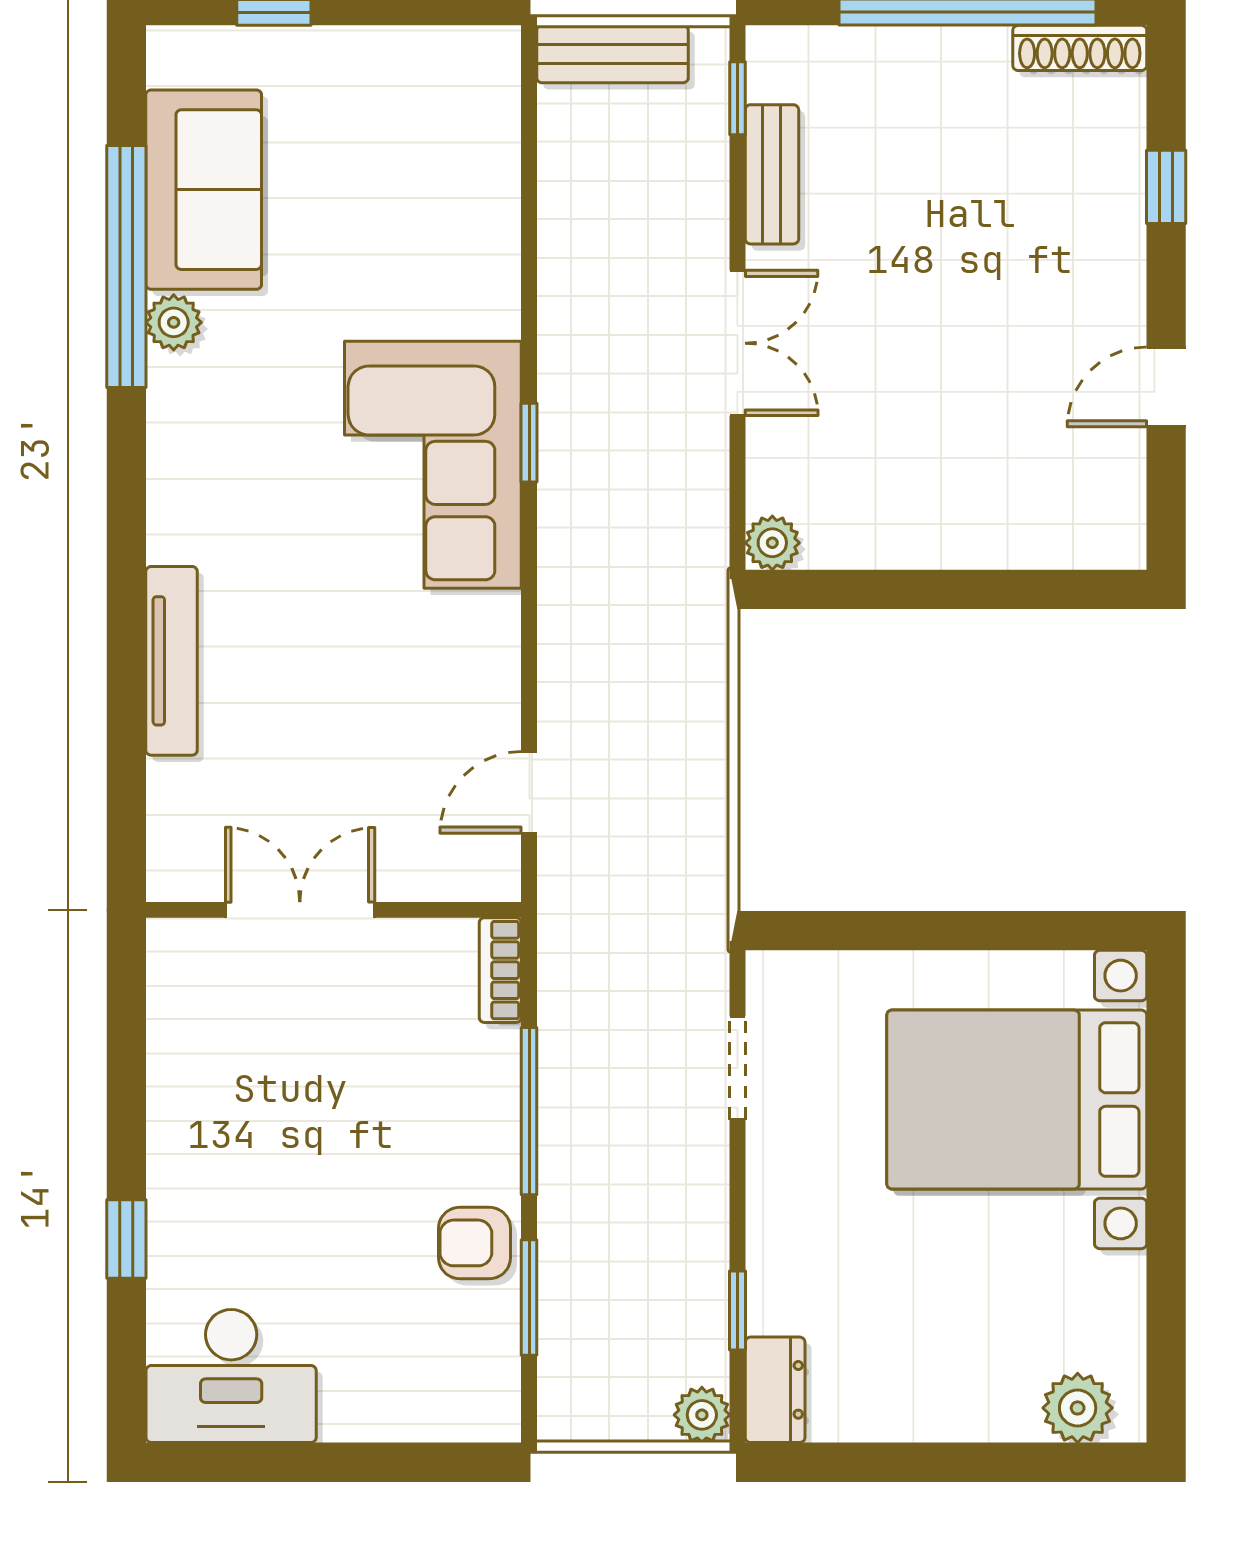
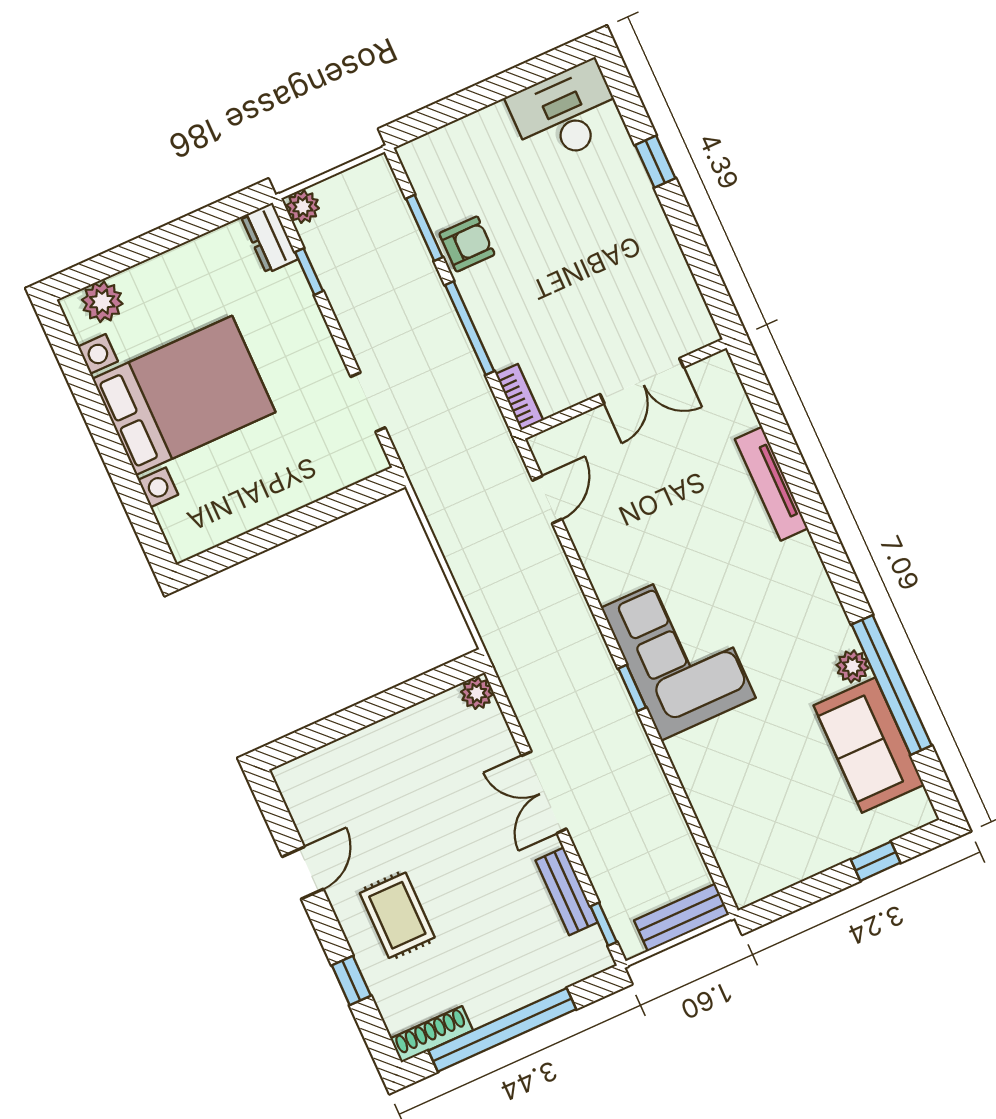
rug: (1050, 256) -> (397, 915), added
bed with nightstands: (1017, 1100) -> (184, 395), moved

